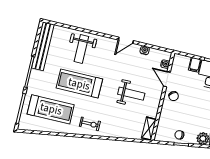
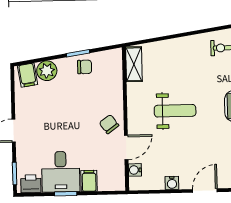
door: (167, 79) -> (126, 147), hinge flipped
weight bench: (131, 94) -> (175, 111), turned 180

